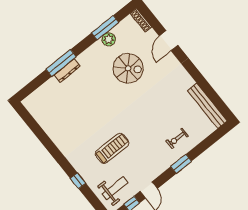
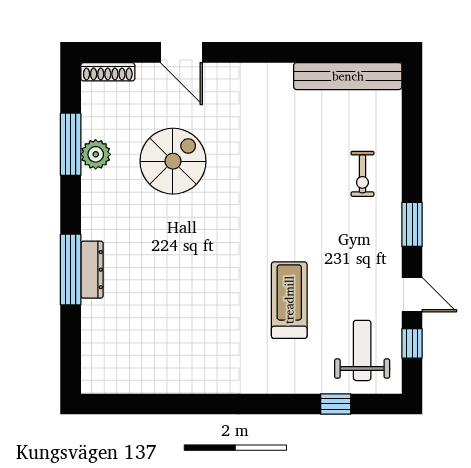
window: (181, 164) -> (412, 224), moved
window: (78, 181) -> (336, 404), moved

